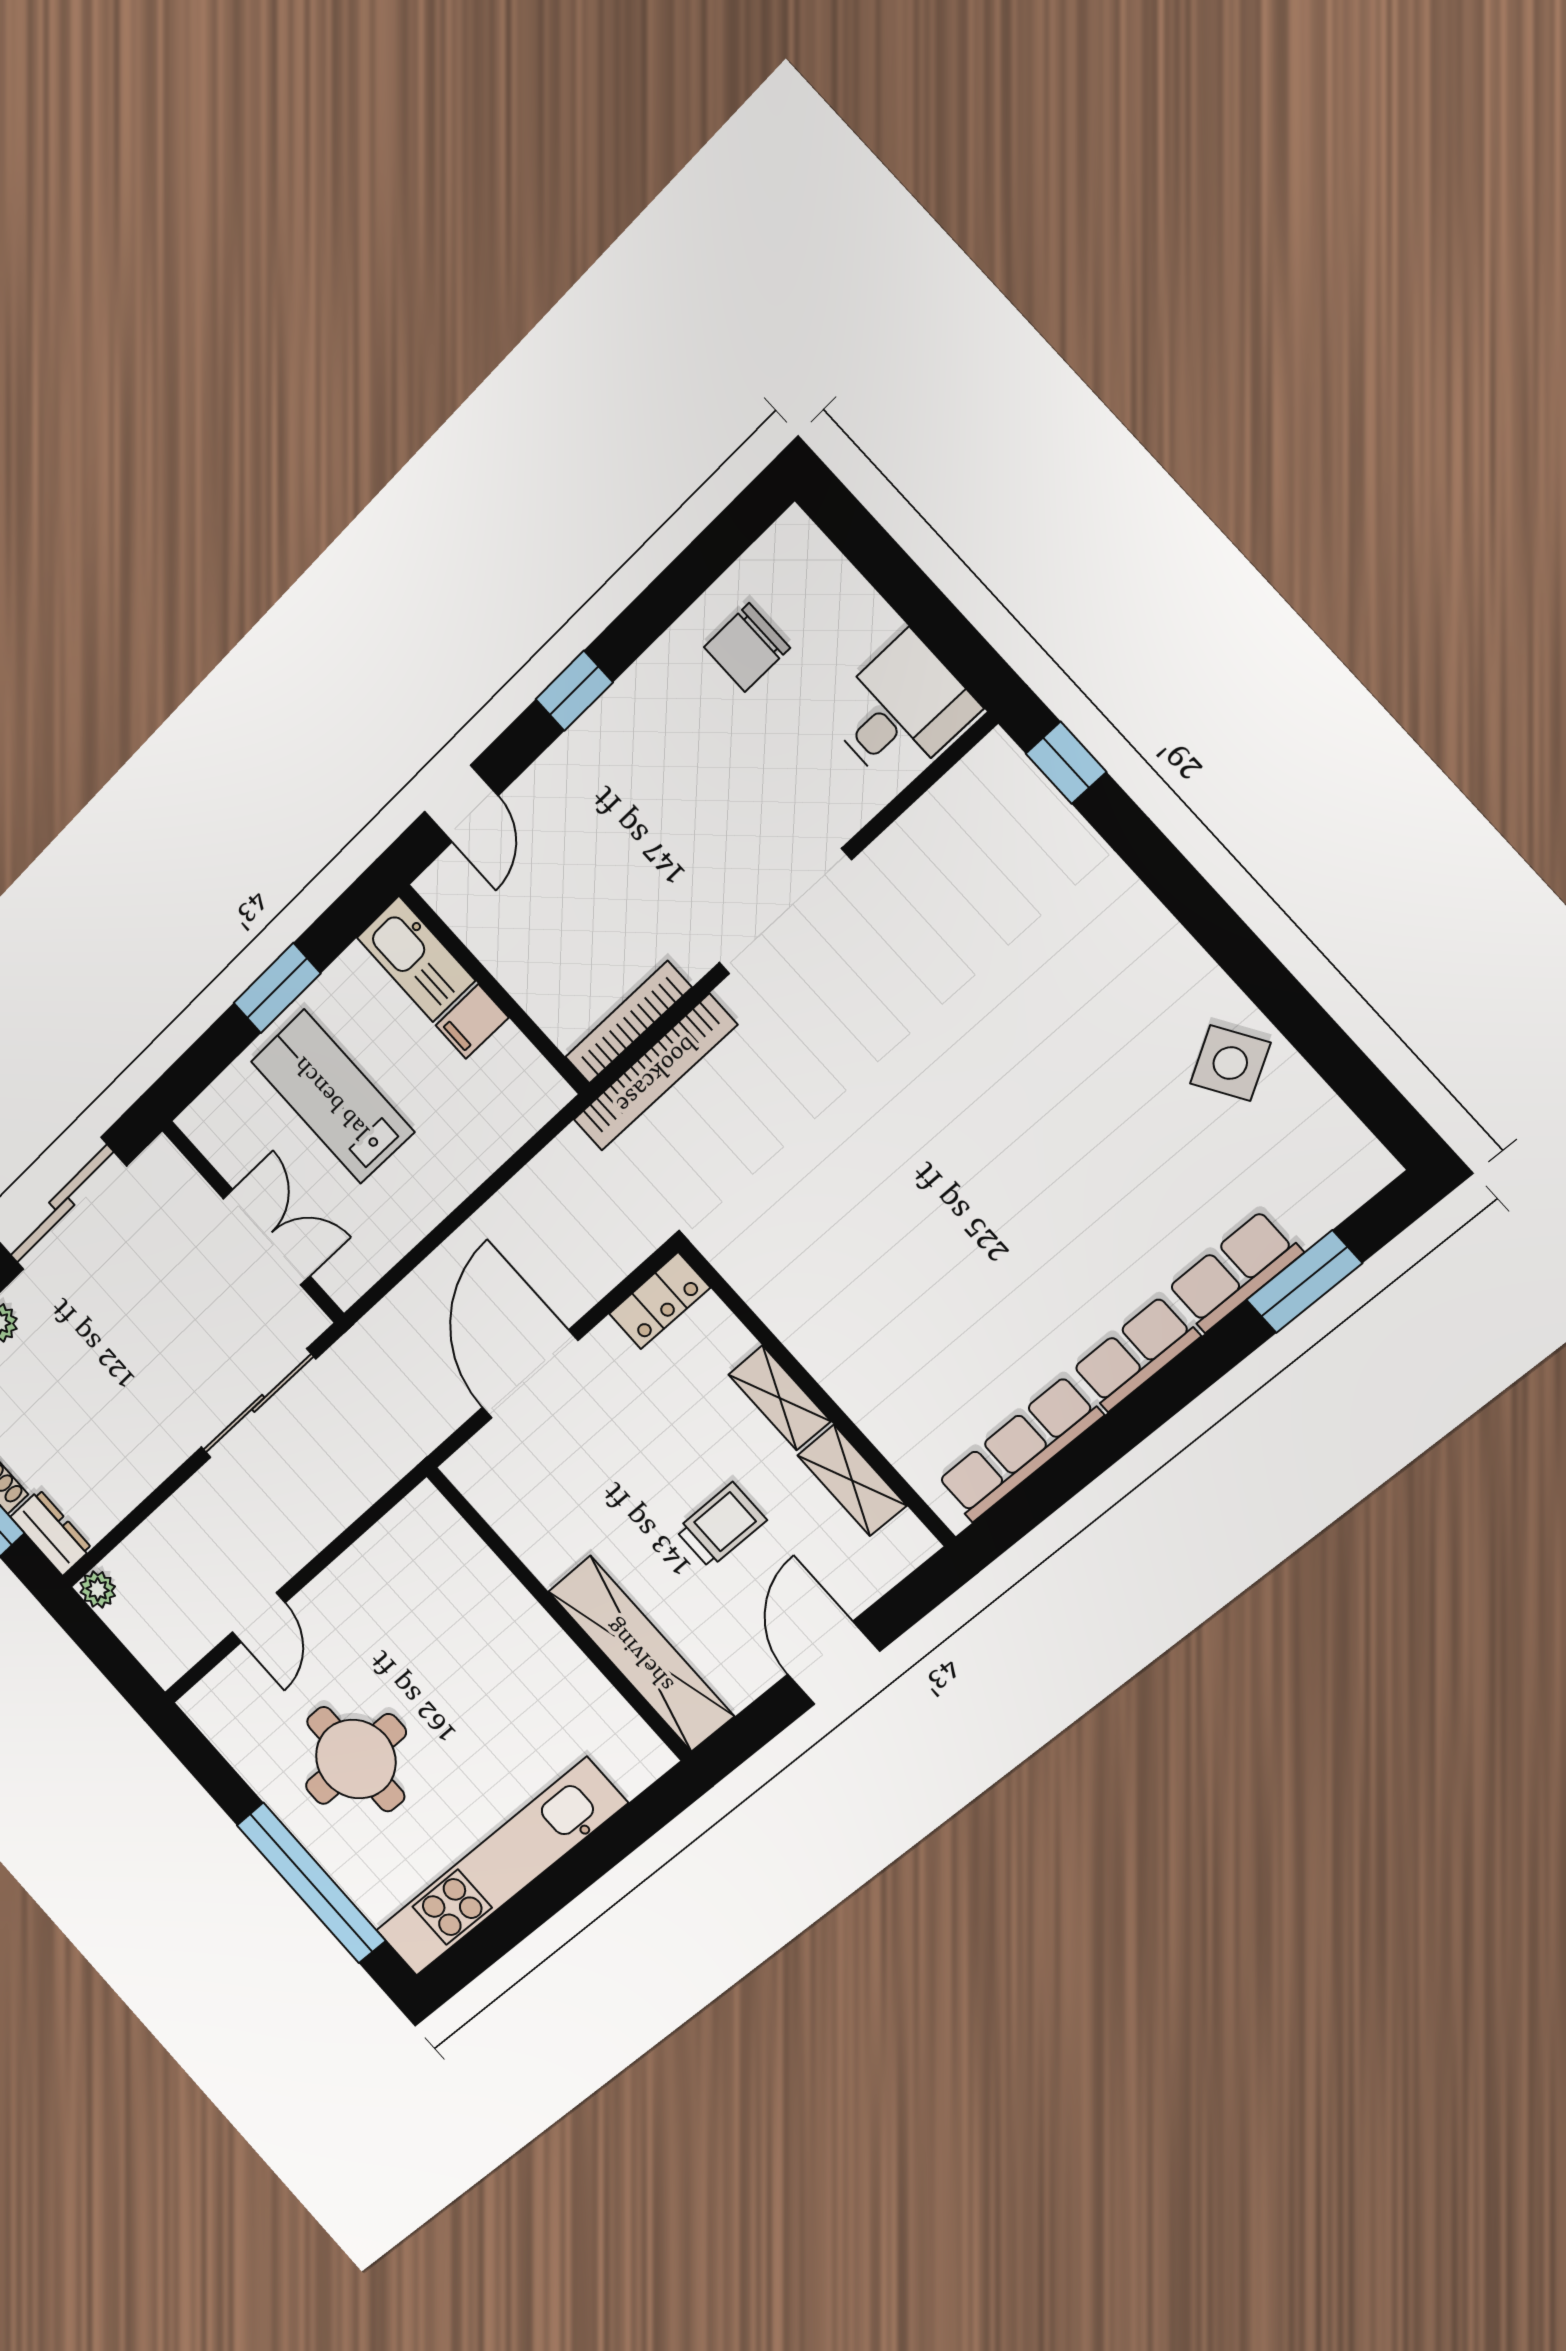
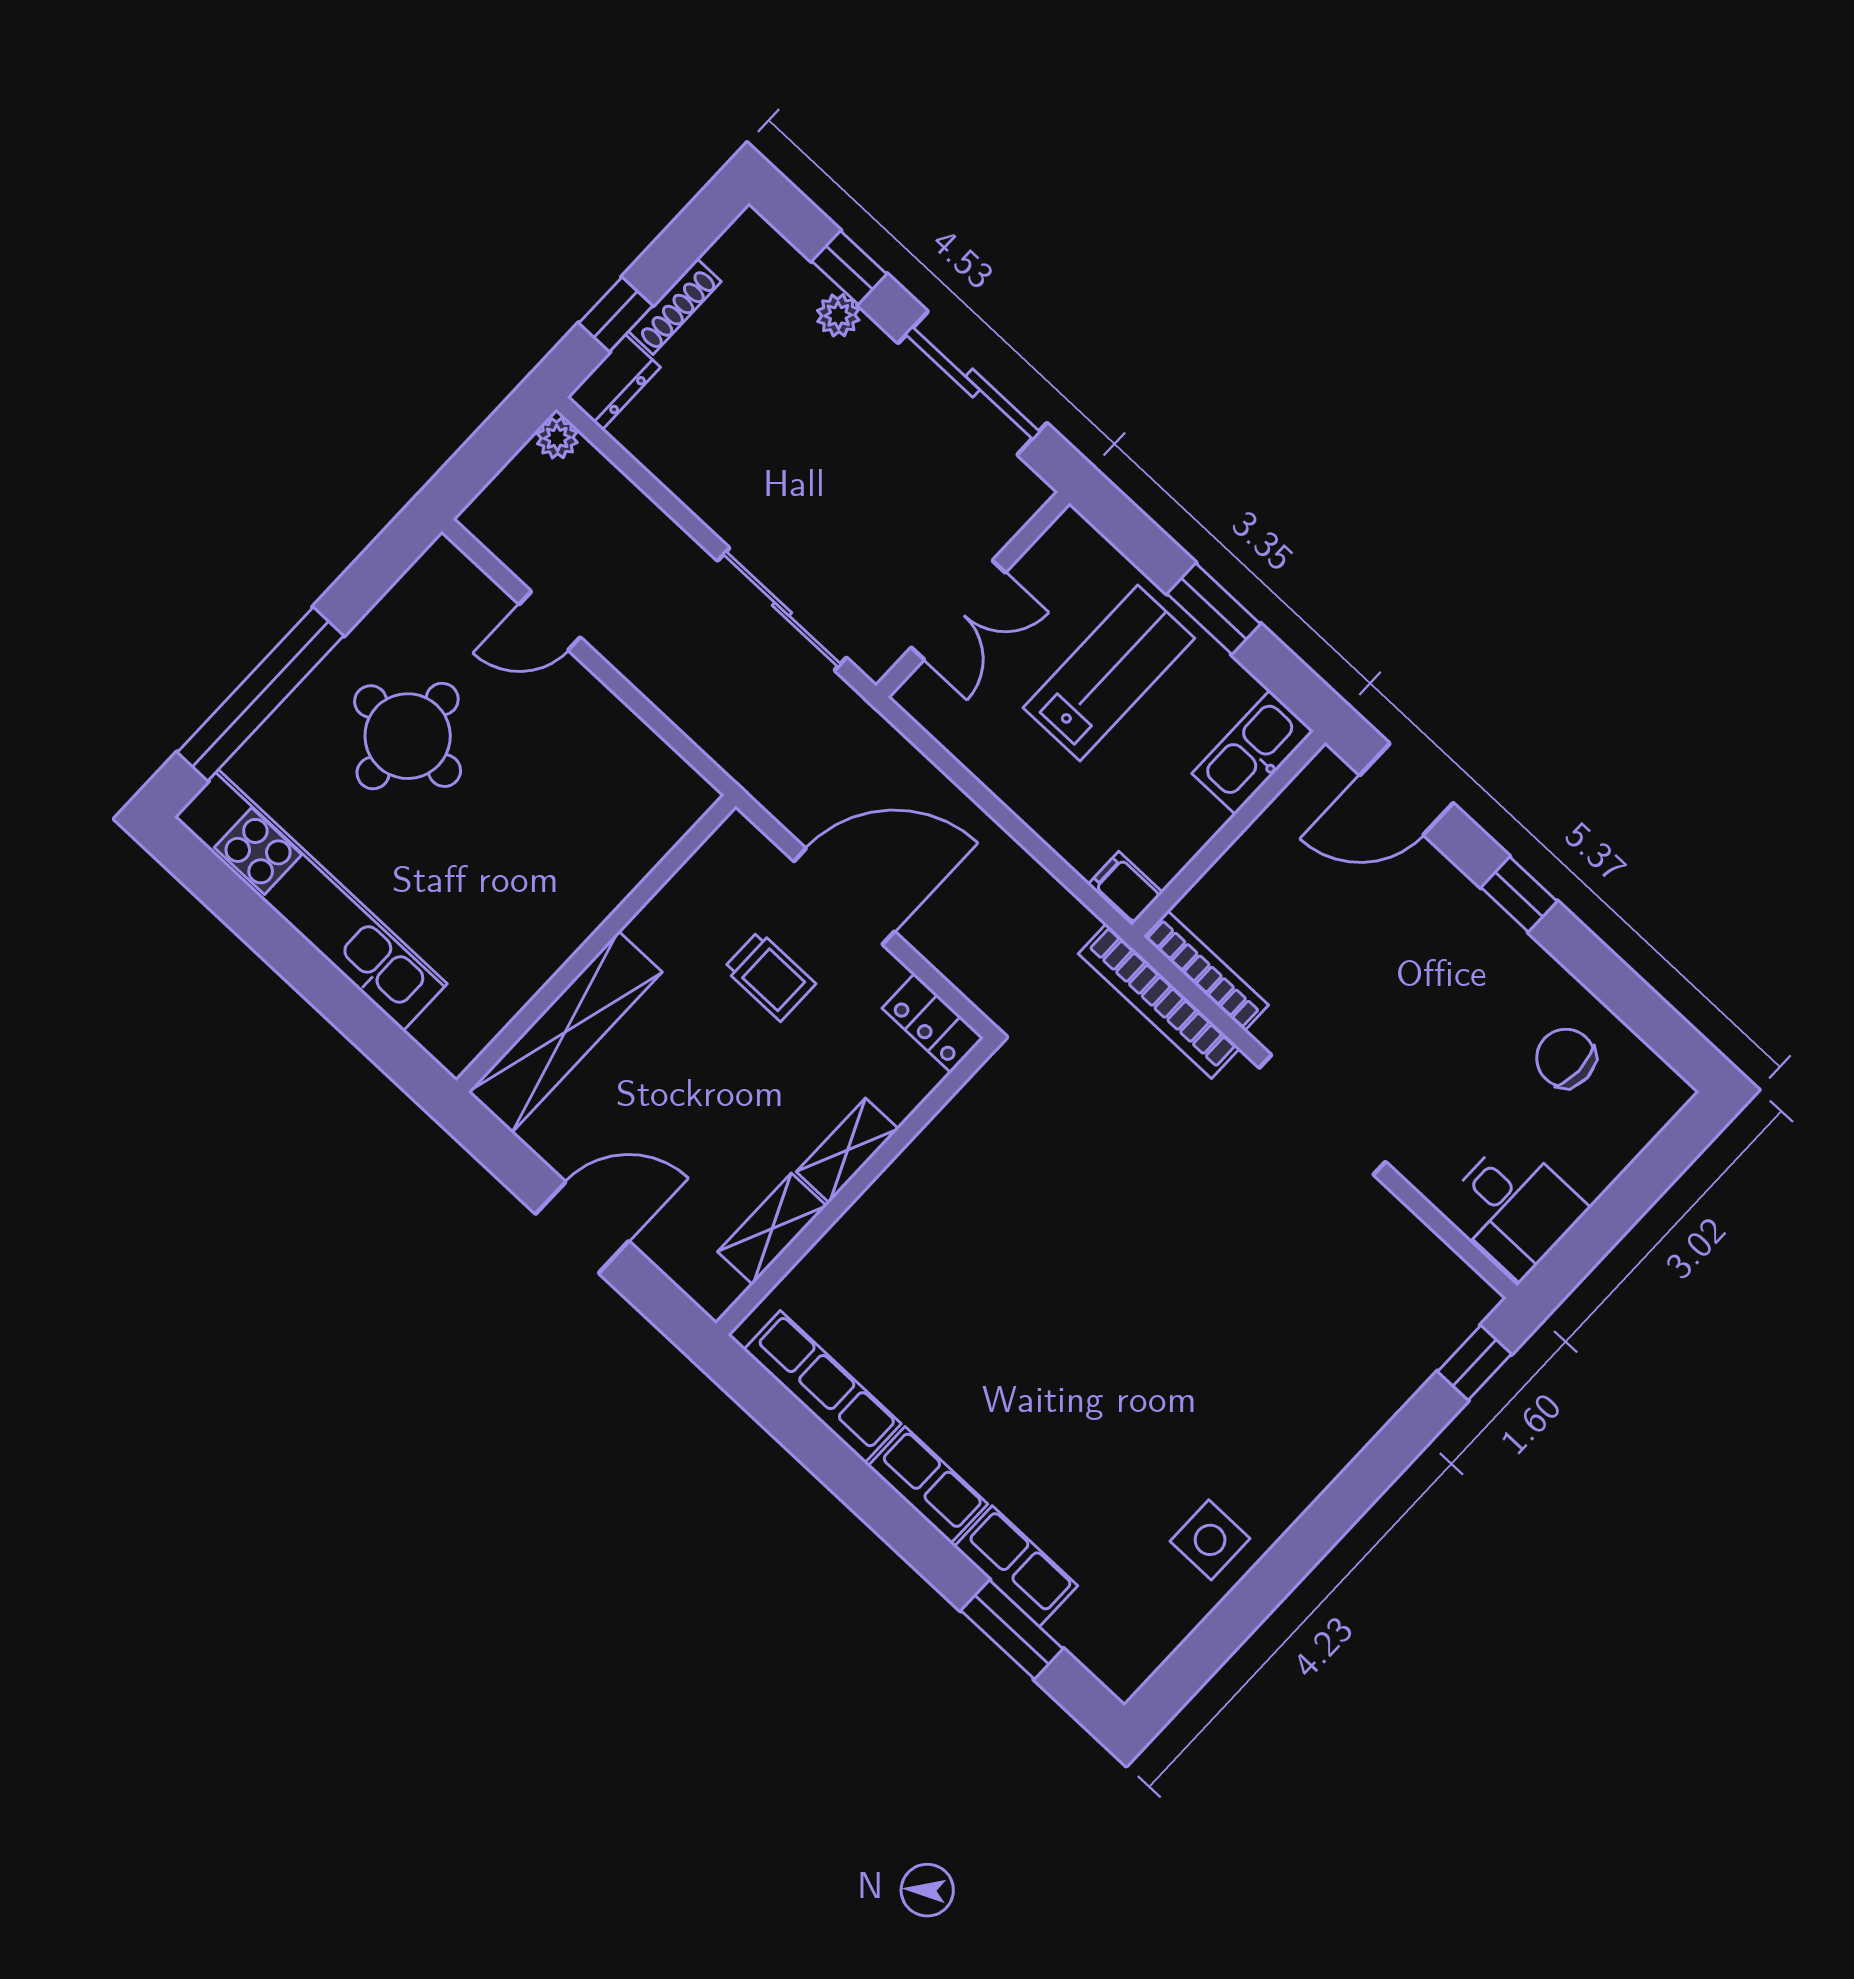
door: (461, 804) -> (1407, 789), width x1.38
filing cabinet: (472, 1021) -> (1125, 888), moved
side table: (1230, 1063) -> (1210, 1540), turned 31
trolley: (721, 1525) -> (770, 976), moved

